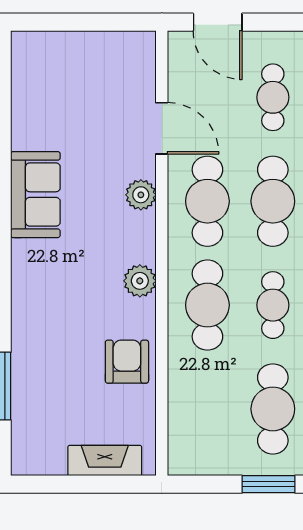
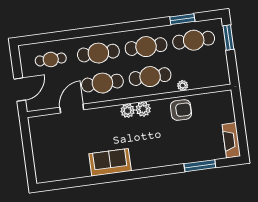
plant: (141, 195) -> (128, 111), moved
cafe table: (273, 305) -> (146, 47), width x1.37, depth x1.35
armchair: (127, 362) -> (181, 110), turned 180
plant: (179, 372) -> (183, 86), added
fireplace: (105, 461) -> (231, 140), moved

